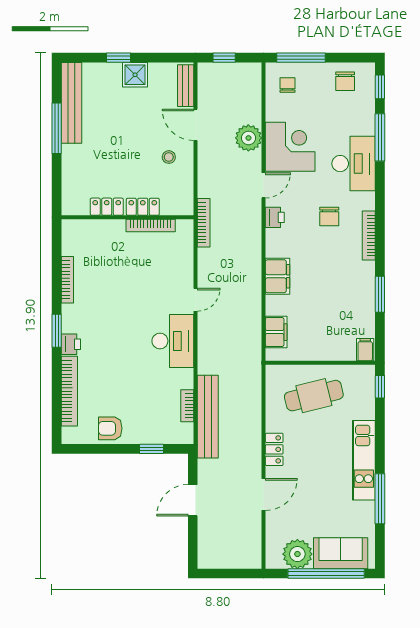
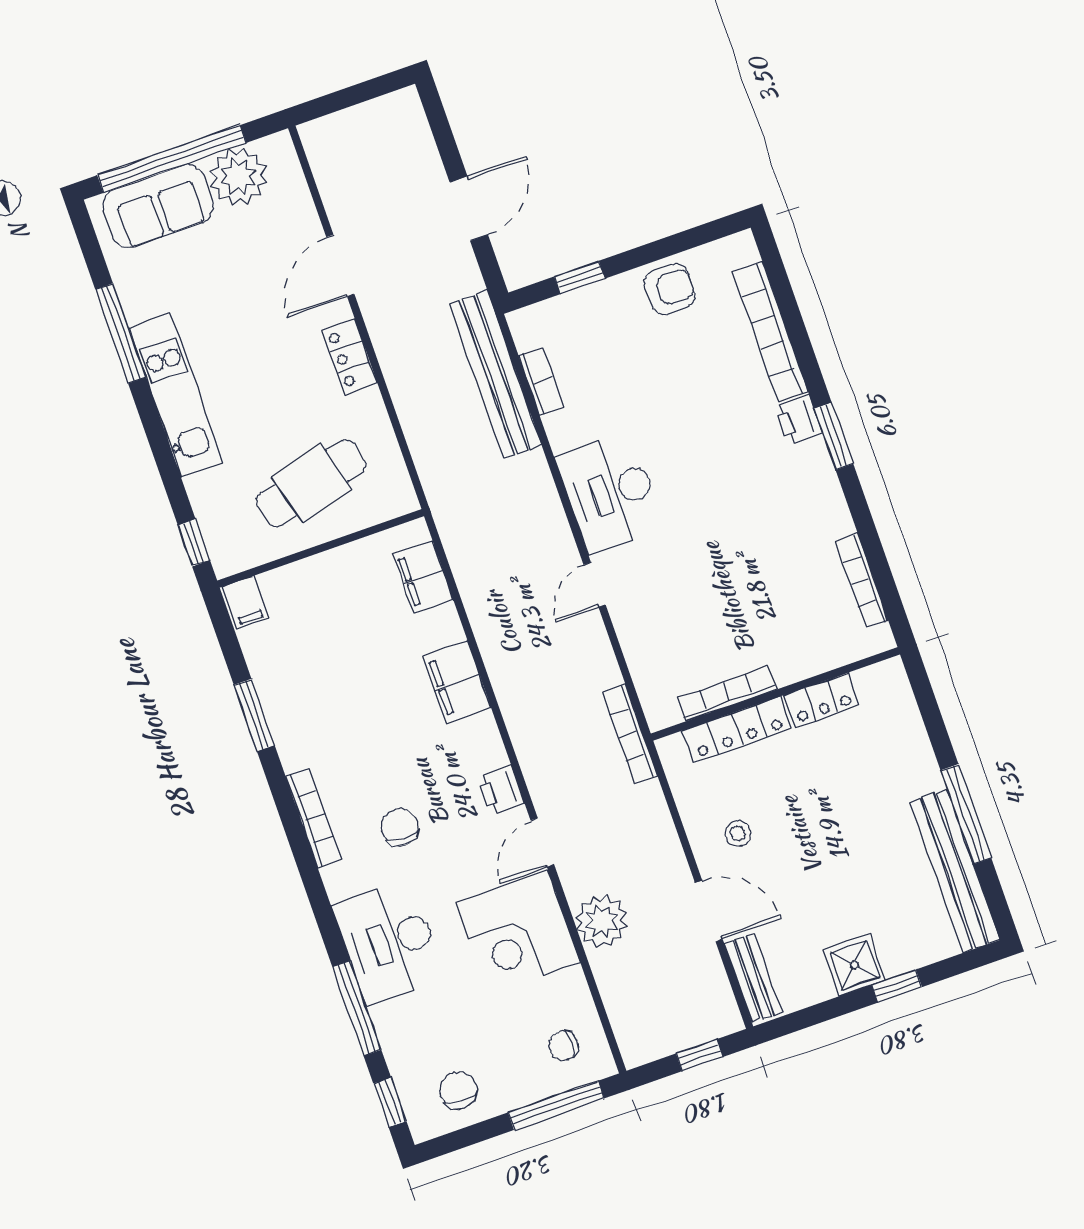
chair: (288, 85) -> (563, 1046), turned 90
locker: (143, 207) -> (737, 730), width x1.53
bookcase: (67, 280) -> (862, 581), moved

